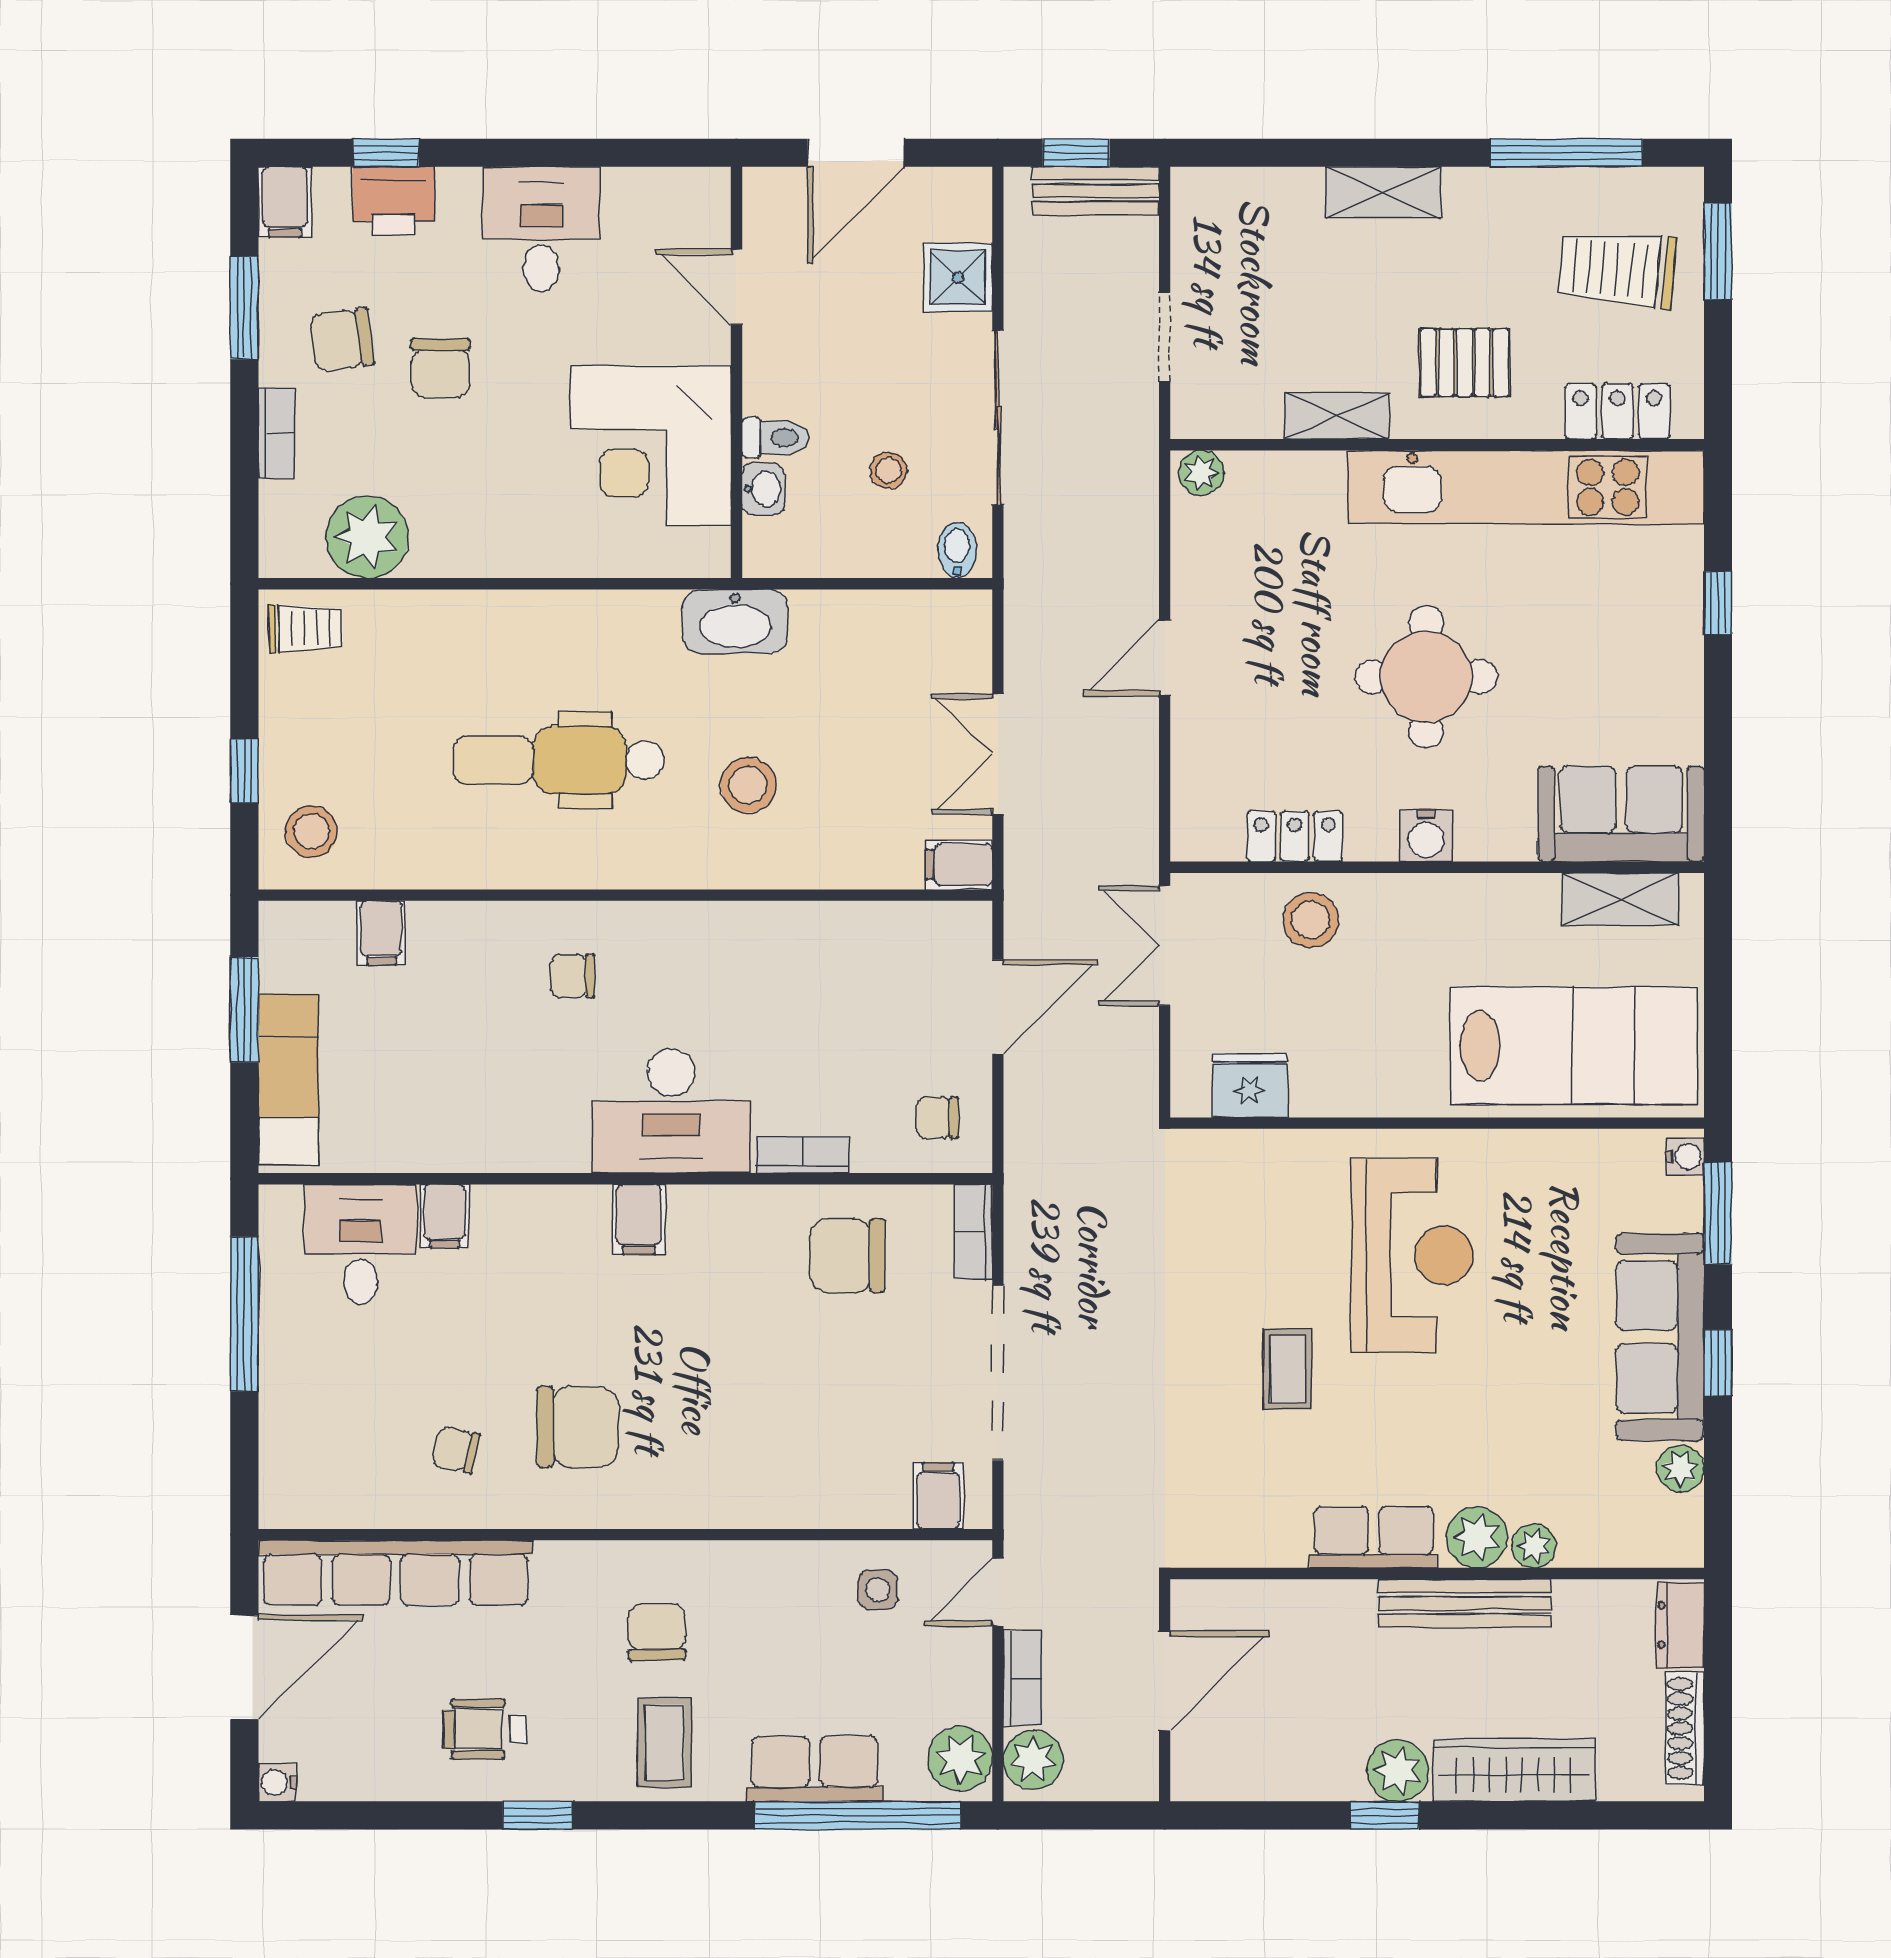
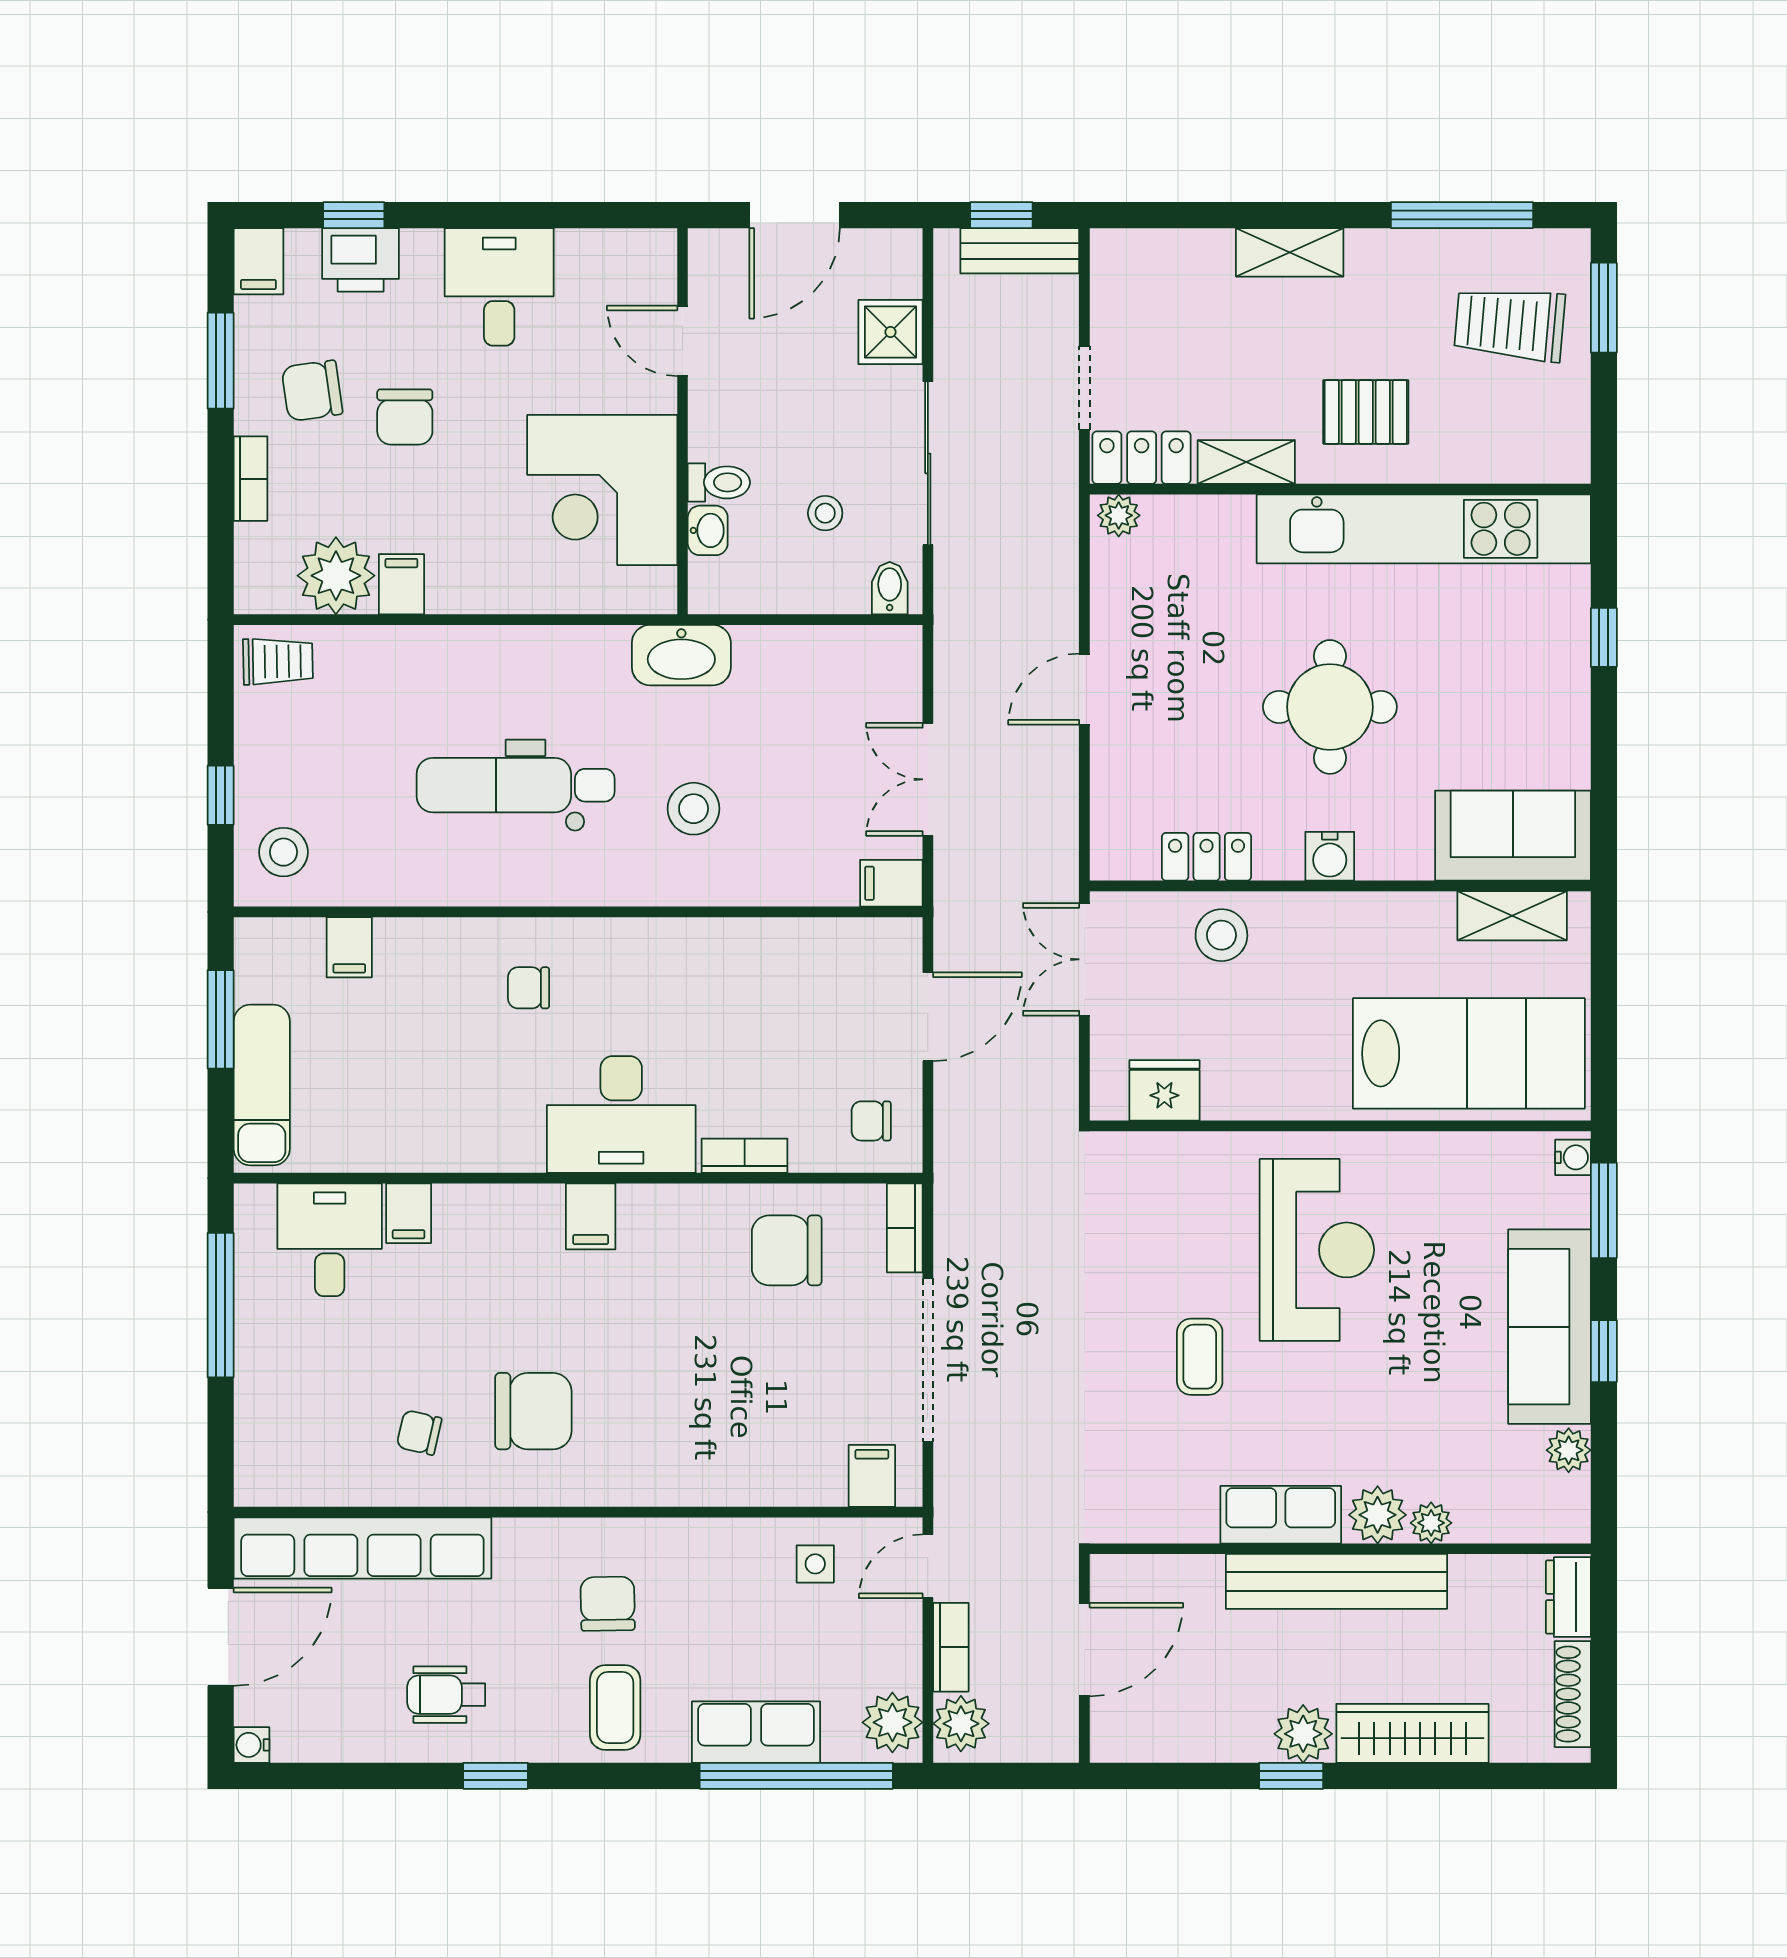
locker: (1617, 411) -> (1142, 458), moved
filing cabinet: (437, 546) -> (401, 584), added
bench: (1465, 1603) -> (1336, 1581), width x1.37, depth x1.21

